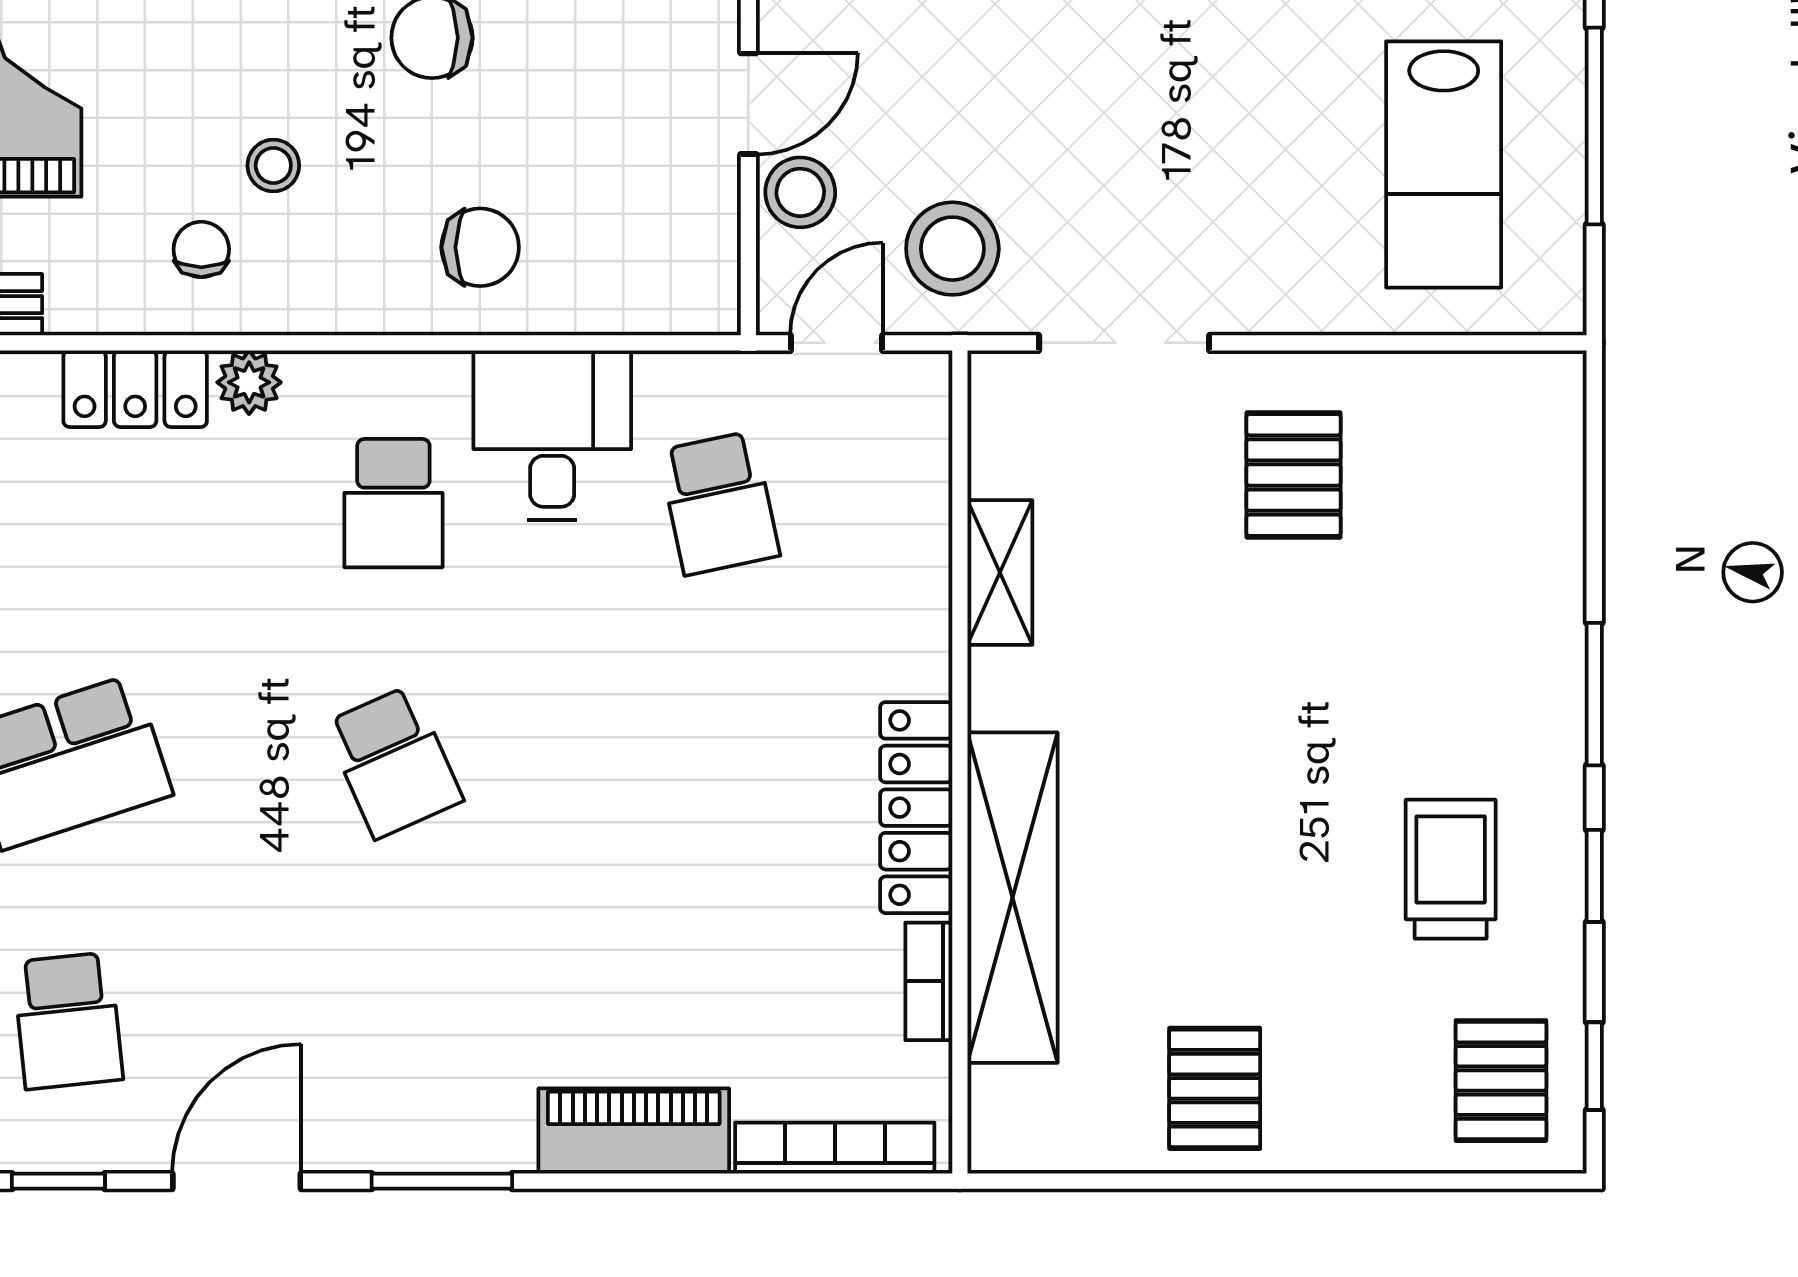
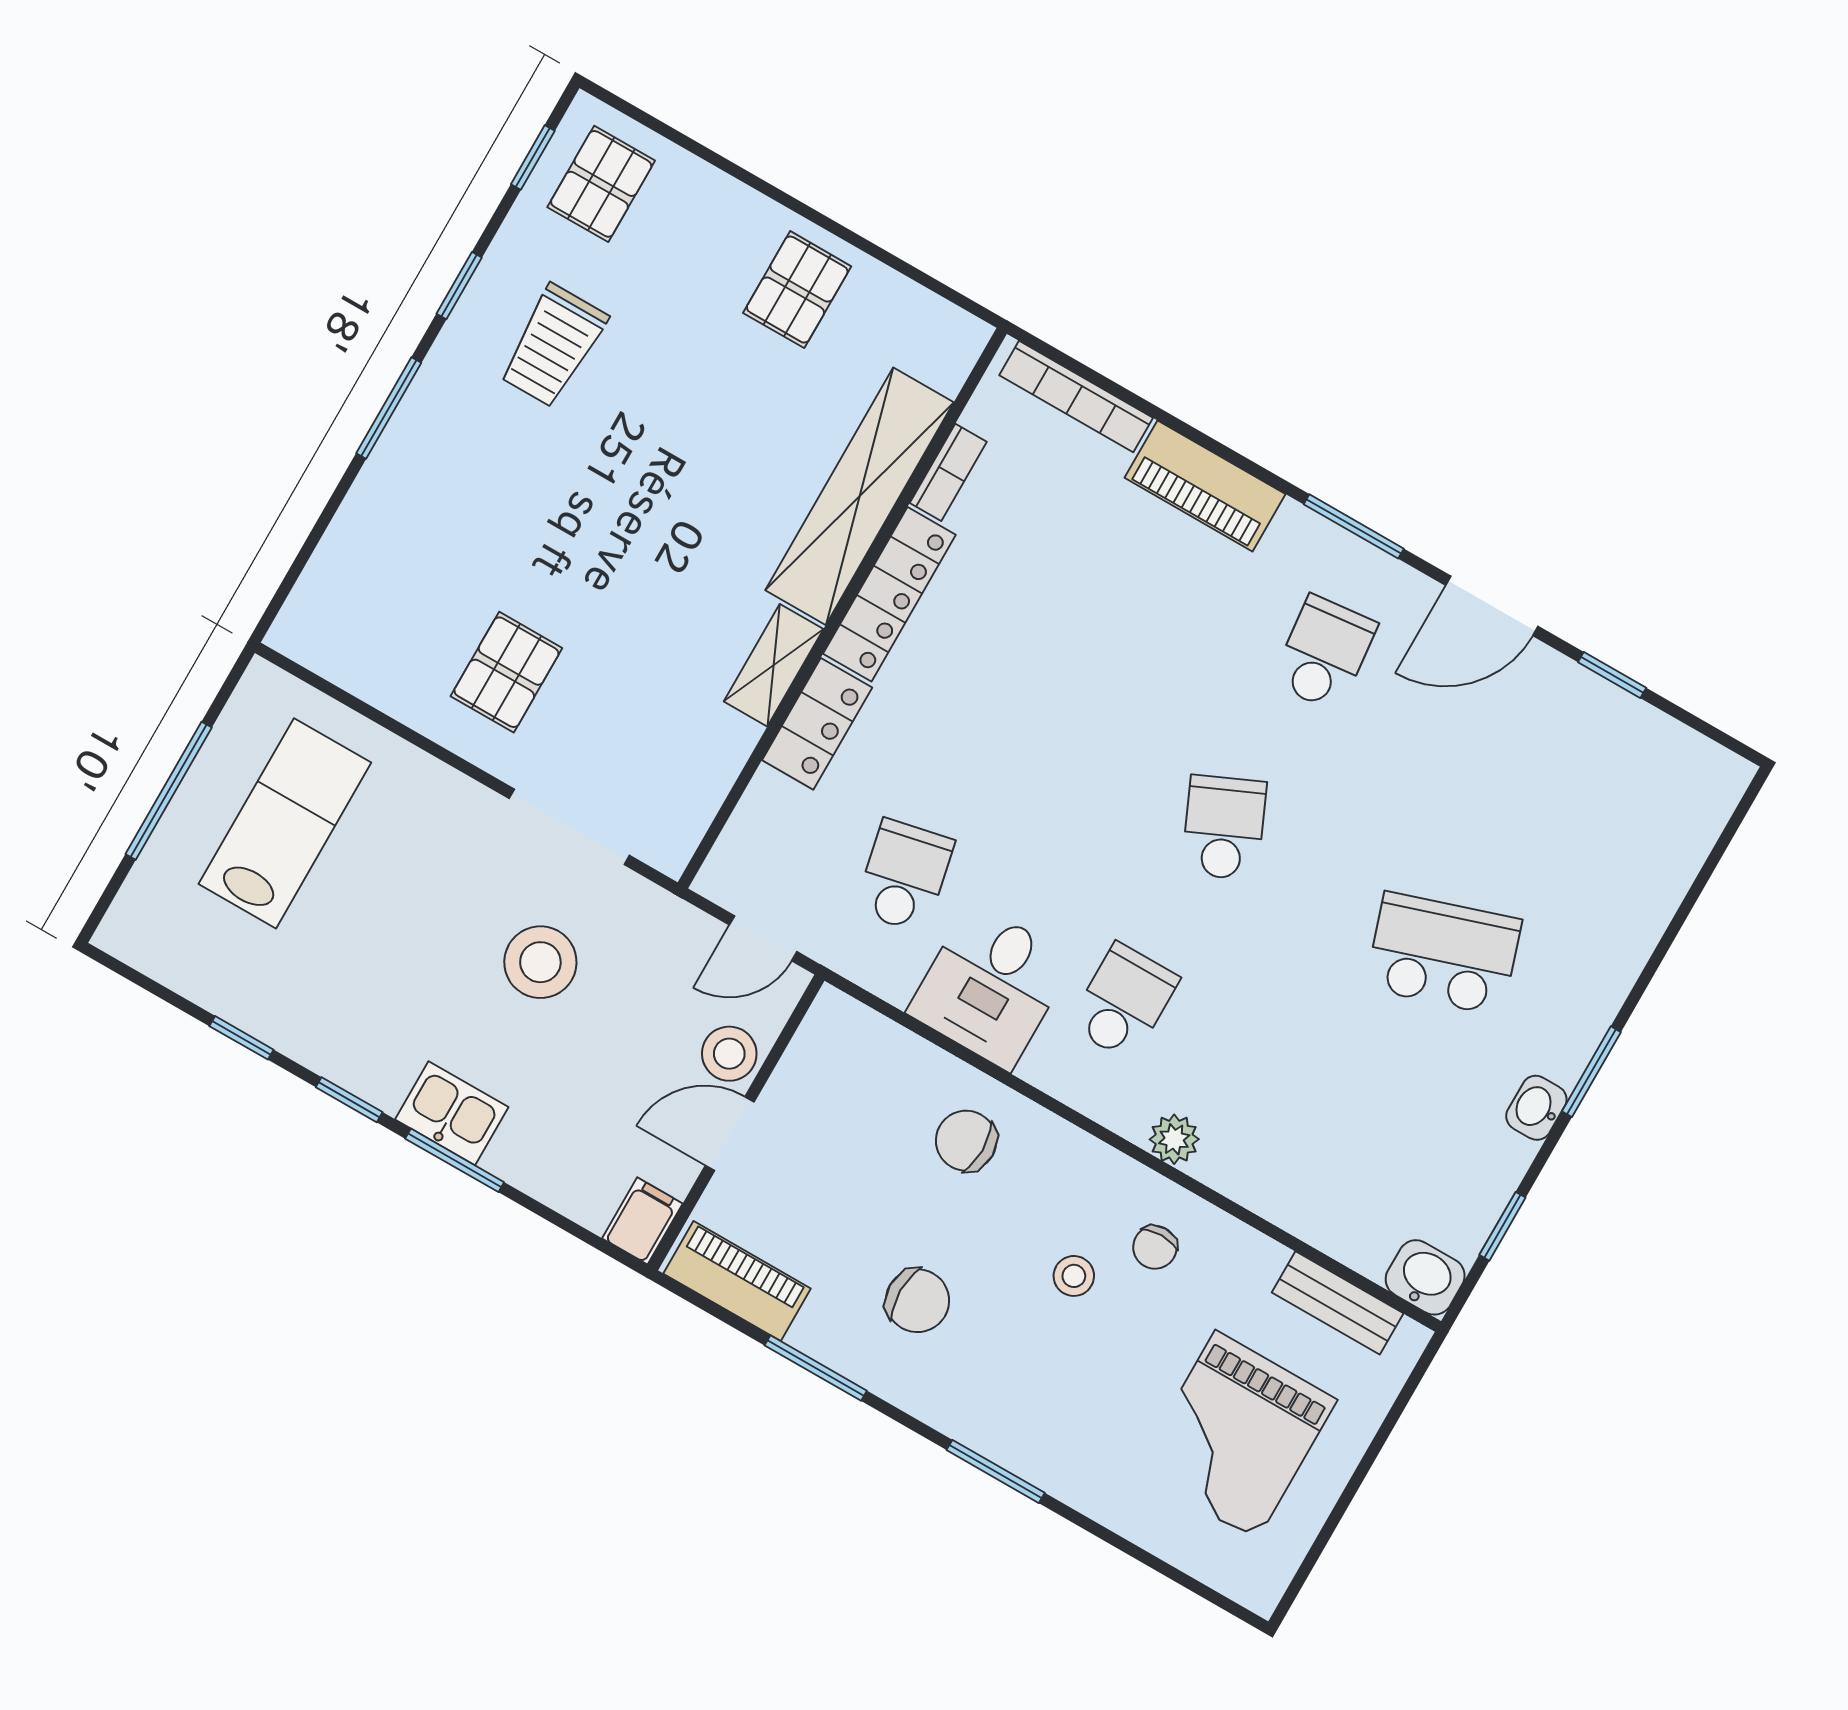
stool: (952, 249) -> (540, 962), moved
locker: (135, 389) -> (817, 724), moved, turned 90
shelving: (1000, 572) -> (774, 665), moved
school desk: (68, 1021) -> (1324, 653), moved

